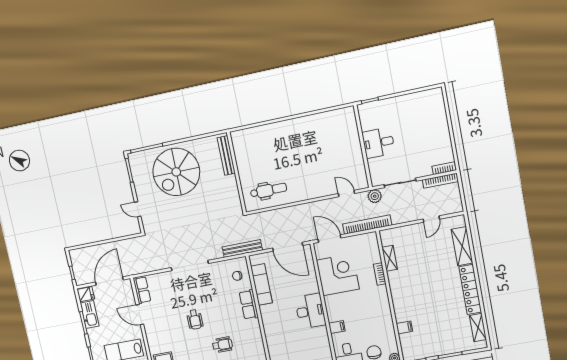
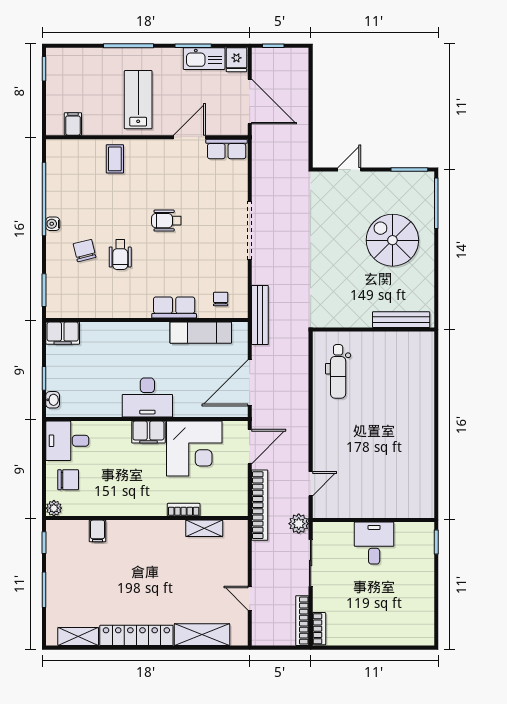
spiral stairs: (176, 172) -> (392, 240), width x0.73, depth x0.73
filing cabinet: (337, 327) -> (148, 432), moved, width x2.00

